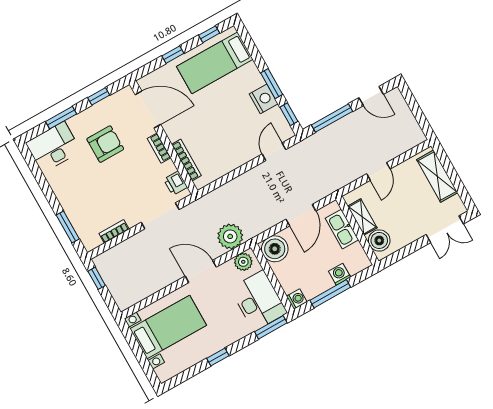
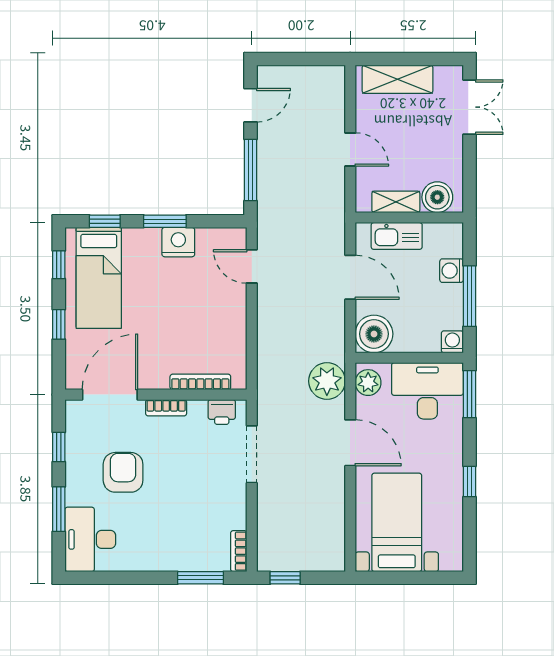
window: (289, 114) -> (105, 221), moved
bookcase: (114, 231) -> (239, 551), moved
door: (201, 272) -> (350, 443), swing flipped

